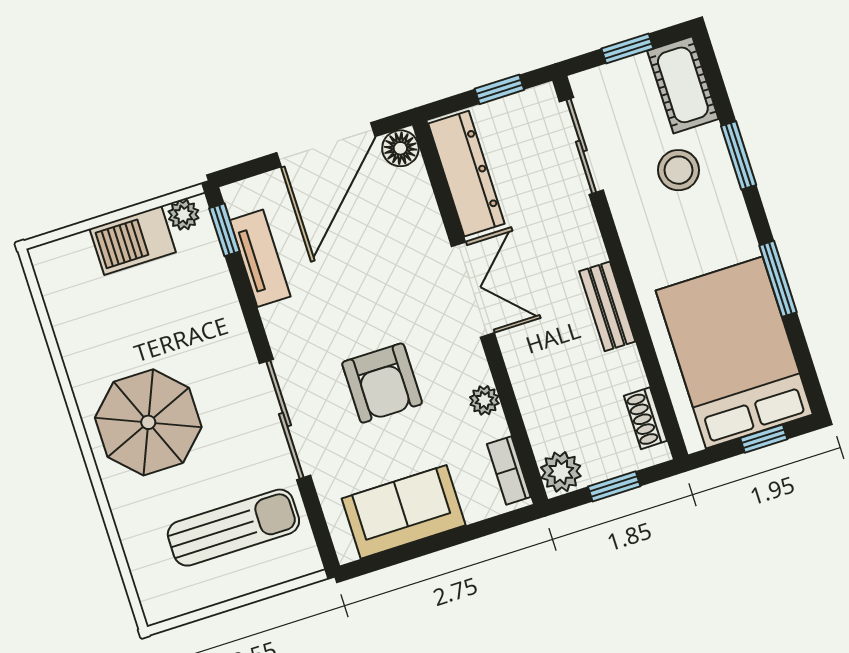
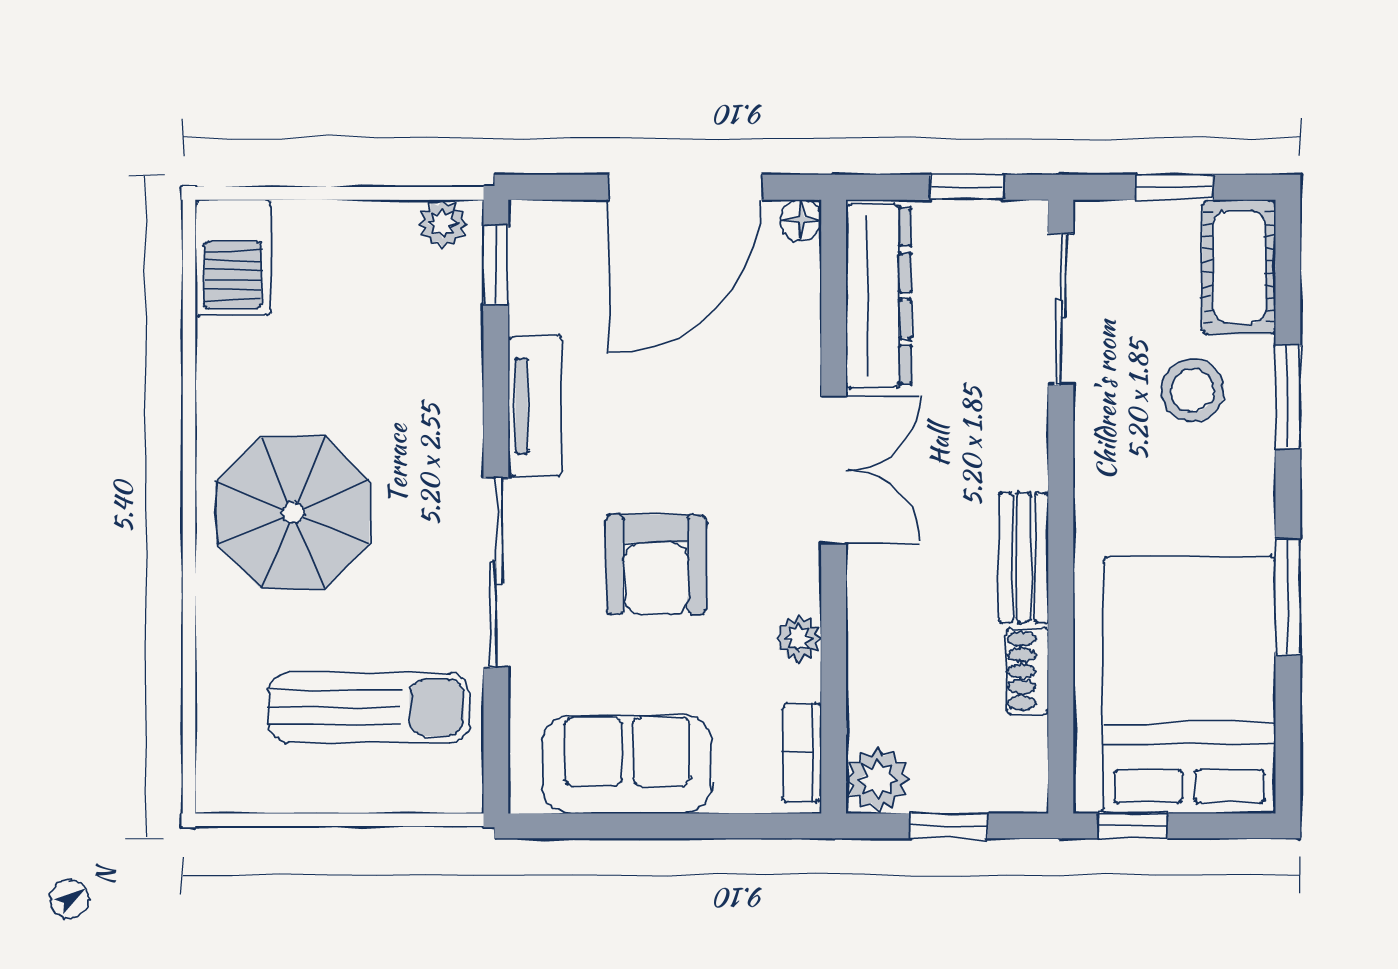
floor lamp: (400, 148) -> (801, 220), width x0.73, depth x0.73
barbecue: (133, 240) -> (233, 258), moved, turned -90
tv unit: (260, 258) -> (535, 406), moved
shoe rack: (646, 418) -> (1027, 671), moved
window: (764, 439) -> (1133, 826), moved

